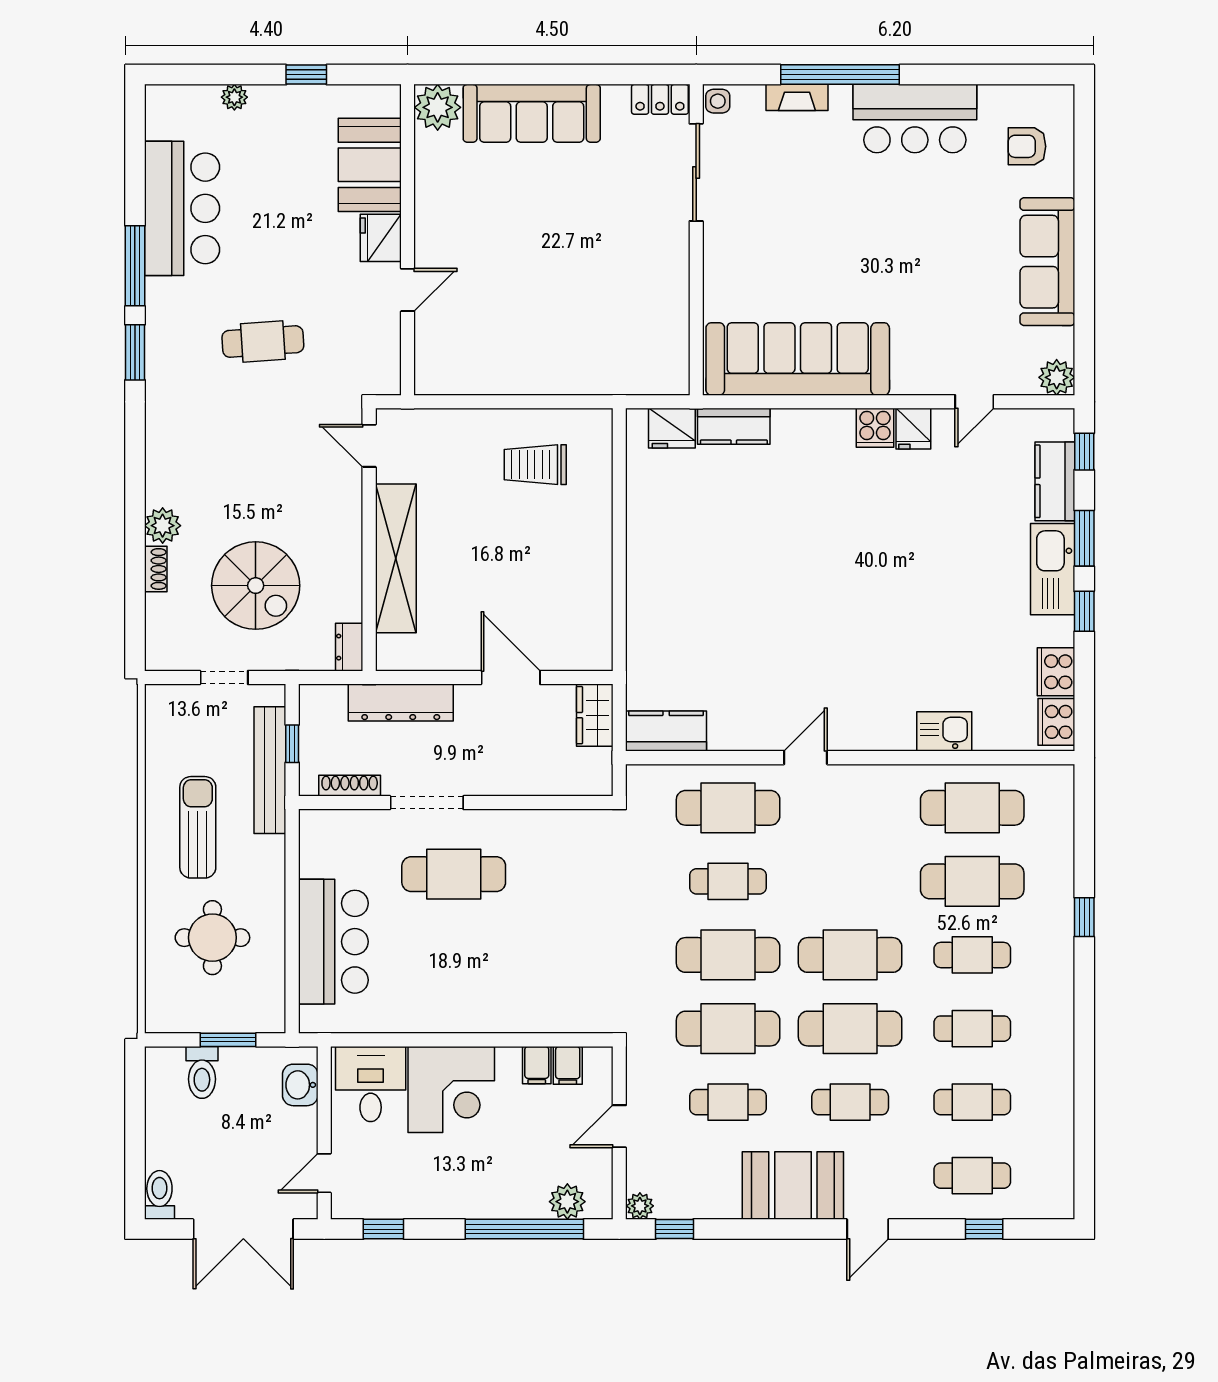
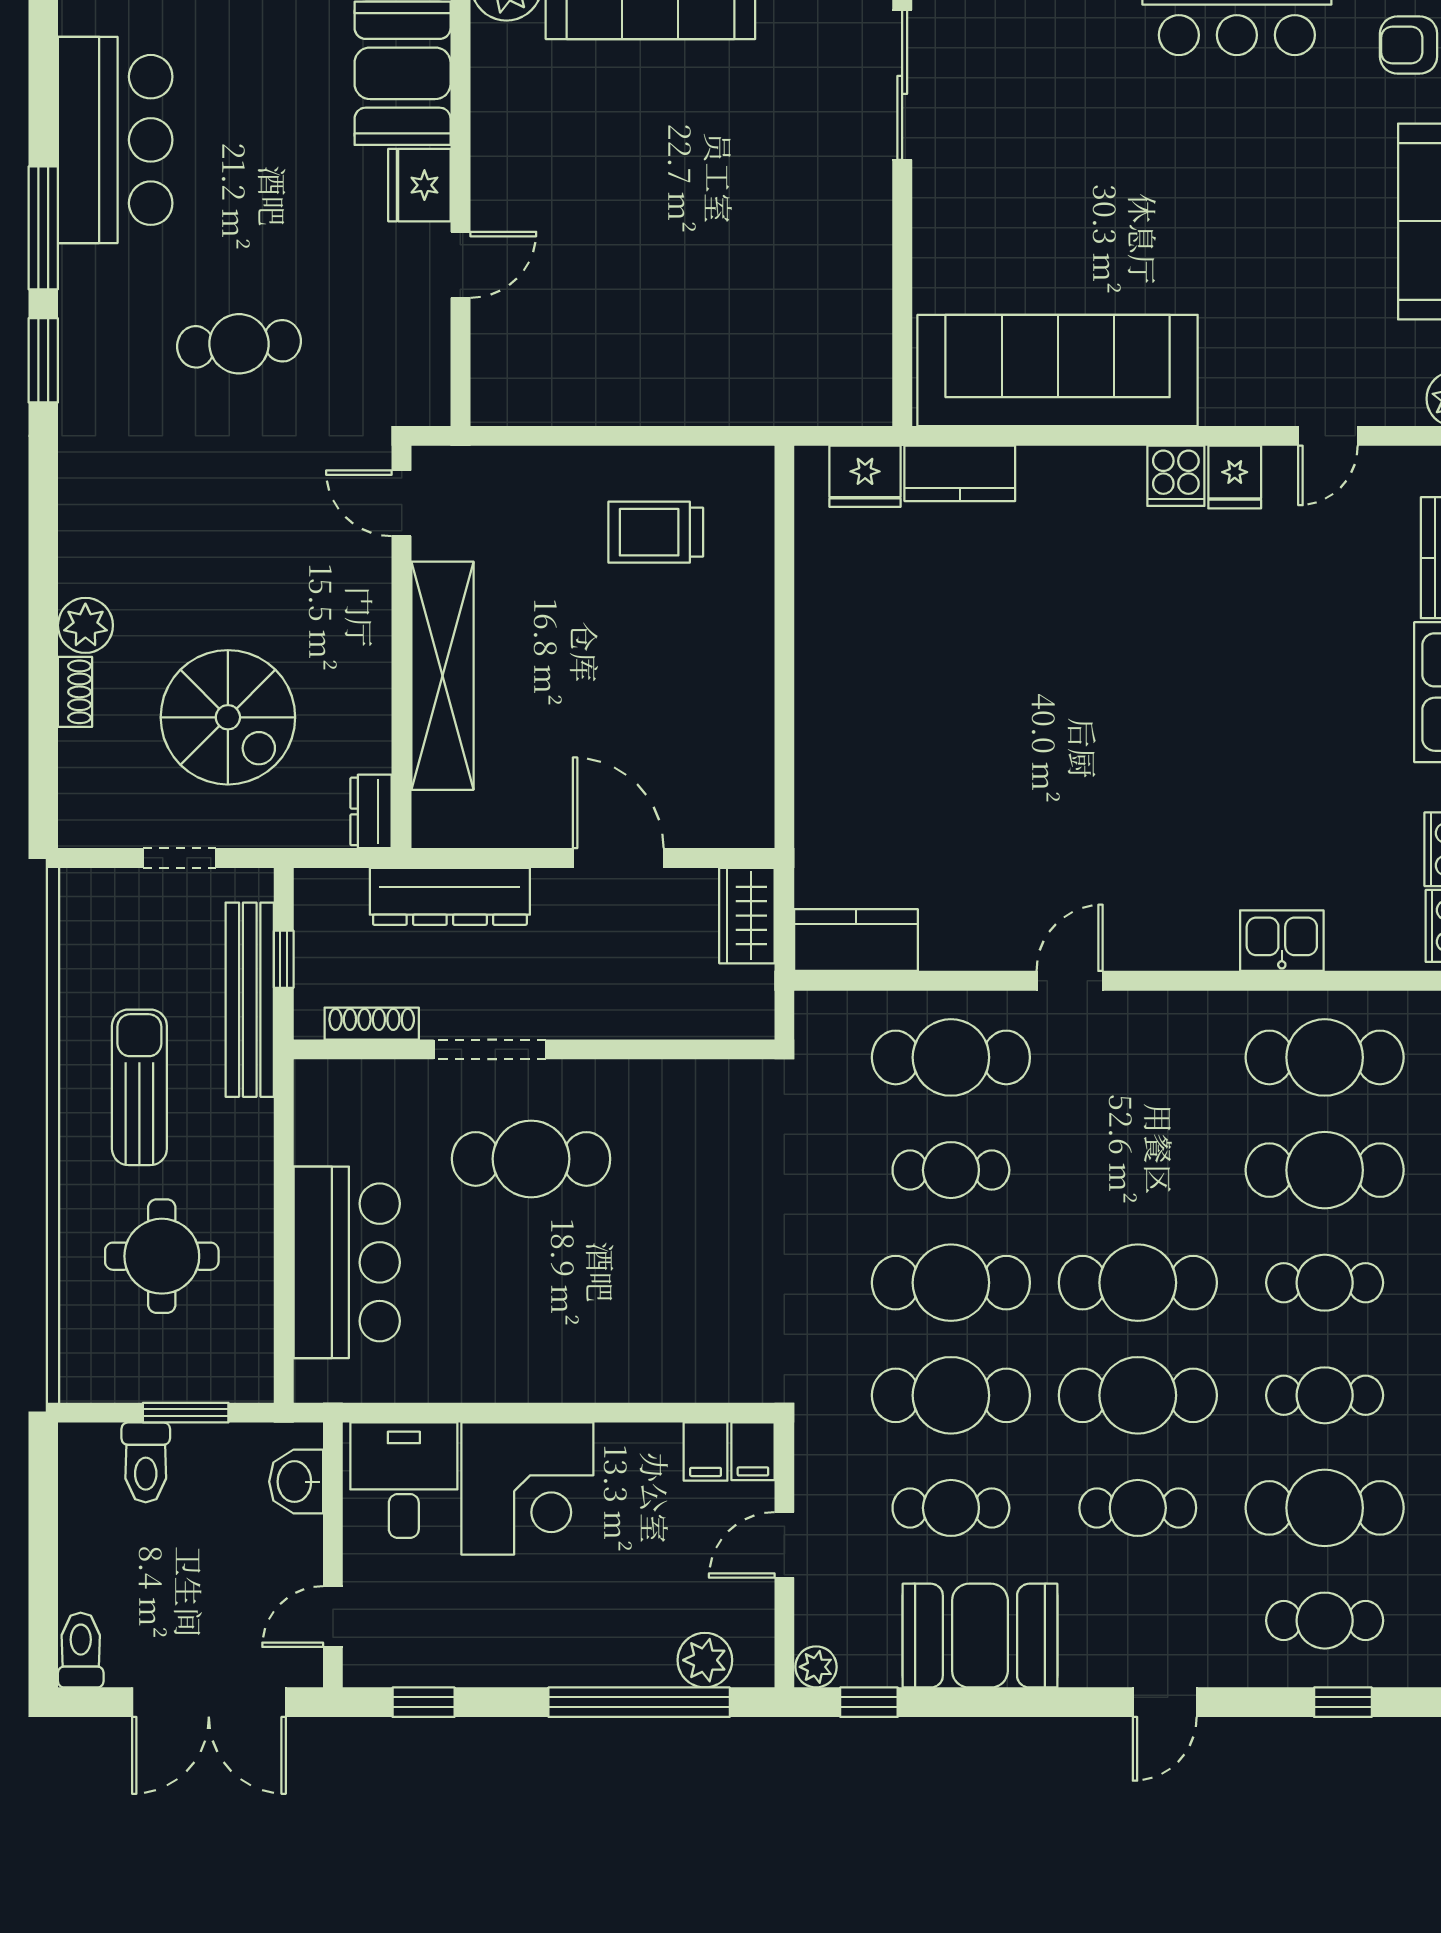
filing cabinet: (537, 1065) -> (753, 1451), moved
cafe table: (972, 1102) -> (1325, 1508), width x1.37, depth x1.35
booth: (793, 1186) -> (980, 1636), moved

